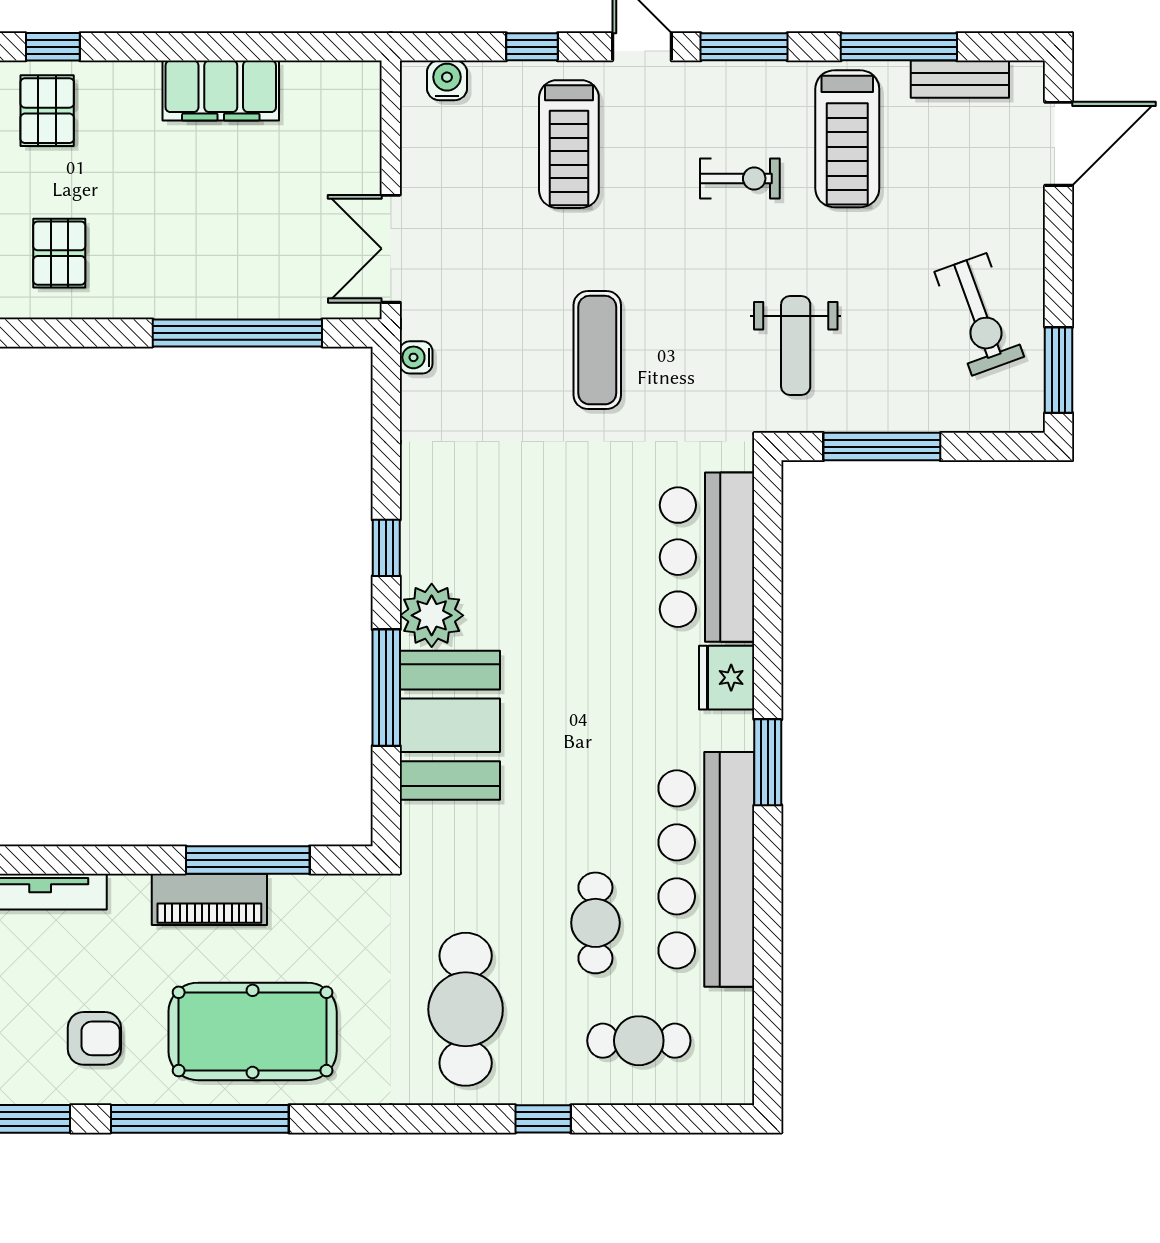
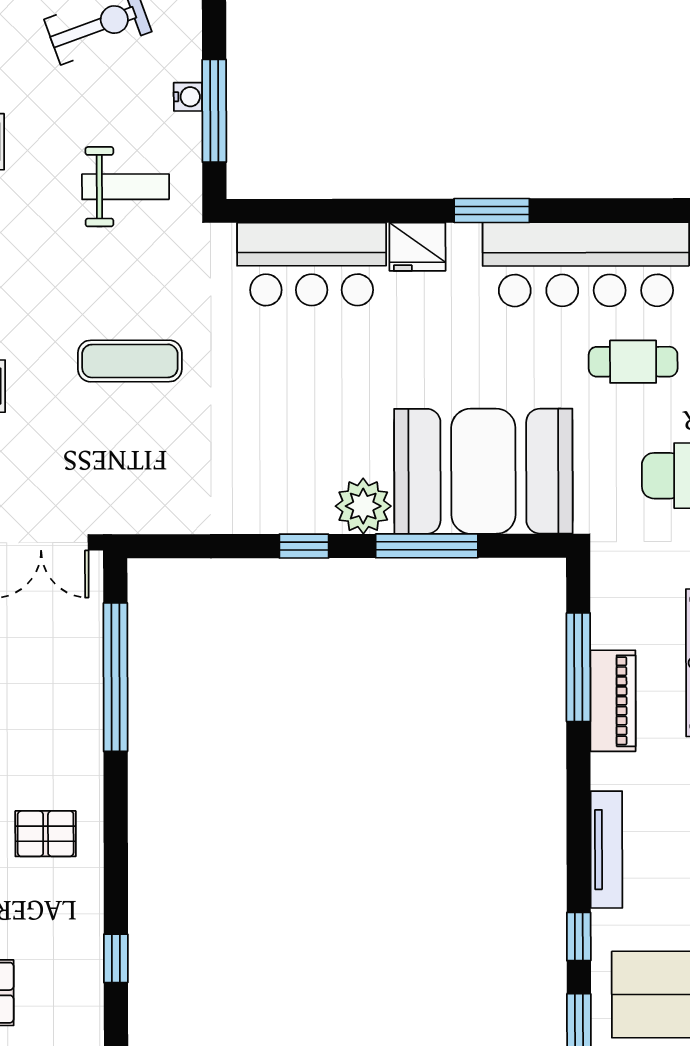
water cooler: (416, 357) -> (188, 97), moved, turned -90
booth: (450, 725) -> (483, 471), width x1.36, depth x1.42

